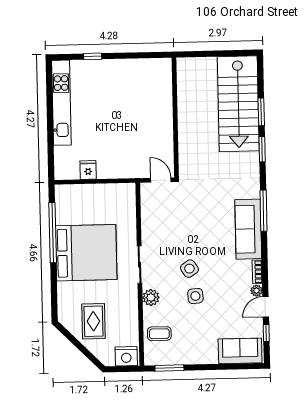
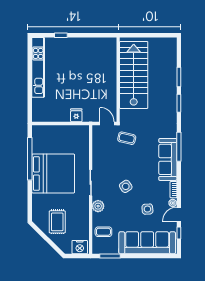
stairs: (238, 104) -> (134, 75), moved, turned 180
fridge: (88, 170) -> (76, 115), moved
coffee table: (189, 200) -> (127, 138), added
side table: (195, 296) -> (147, 209), moved
sofa: (240, 351) -> (147, 243), width x1.85, depth x1.27

